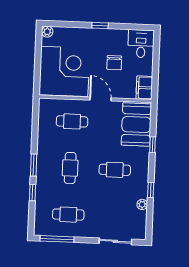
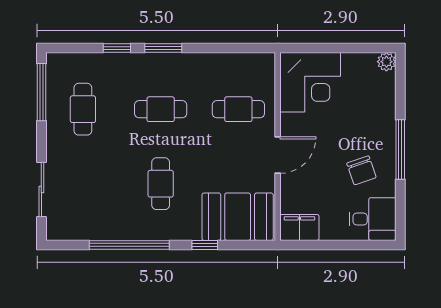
window: (100, 26) -> (400, 150), width x2.17
chair: (114, 63) -> (361, 170), moved, turned -109
corner desk: (64, 71) -> (310, 82), width x0.74, depth x0.74
cafe table: (72, 121) -> (238, 109), turned 90
window: (151, 190) -> (129, 245), width x3.17
plant: (142, 204) -> (105, 232), removed

